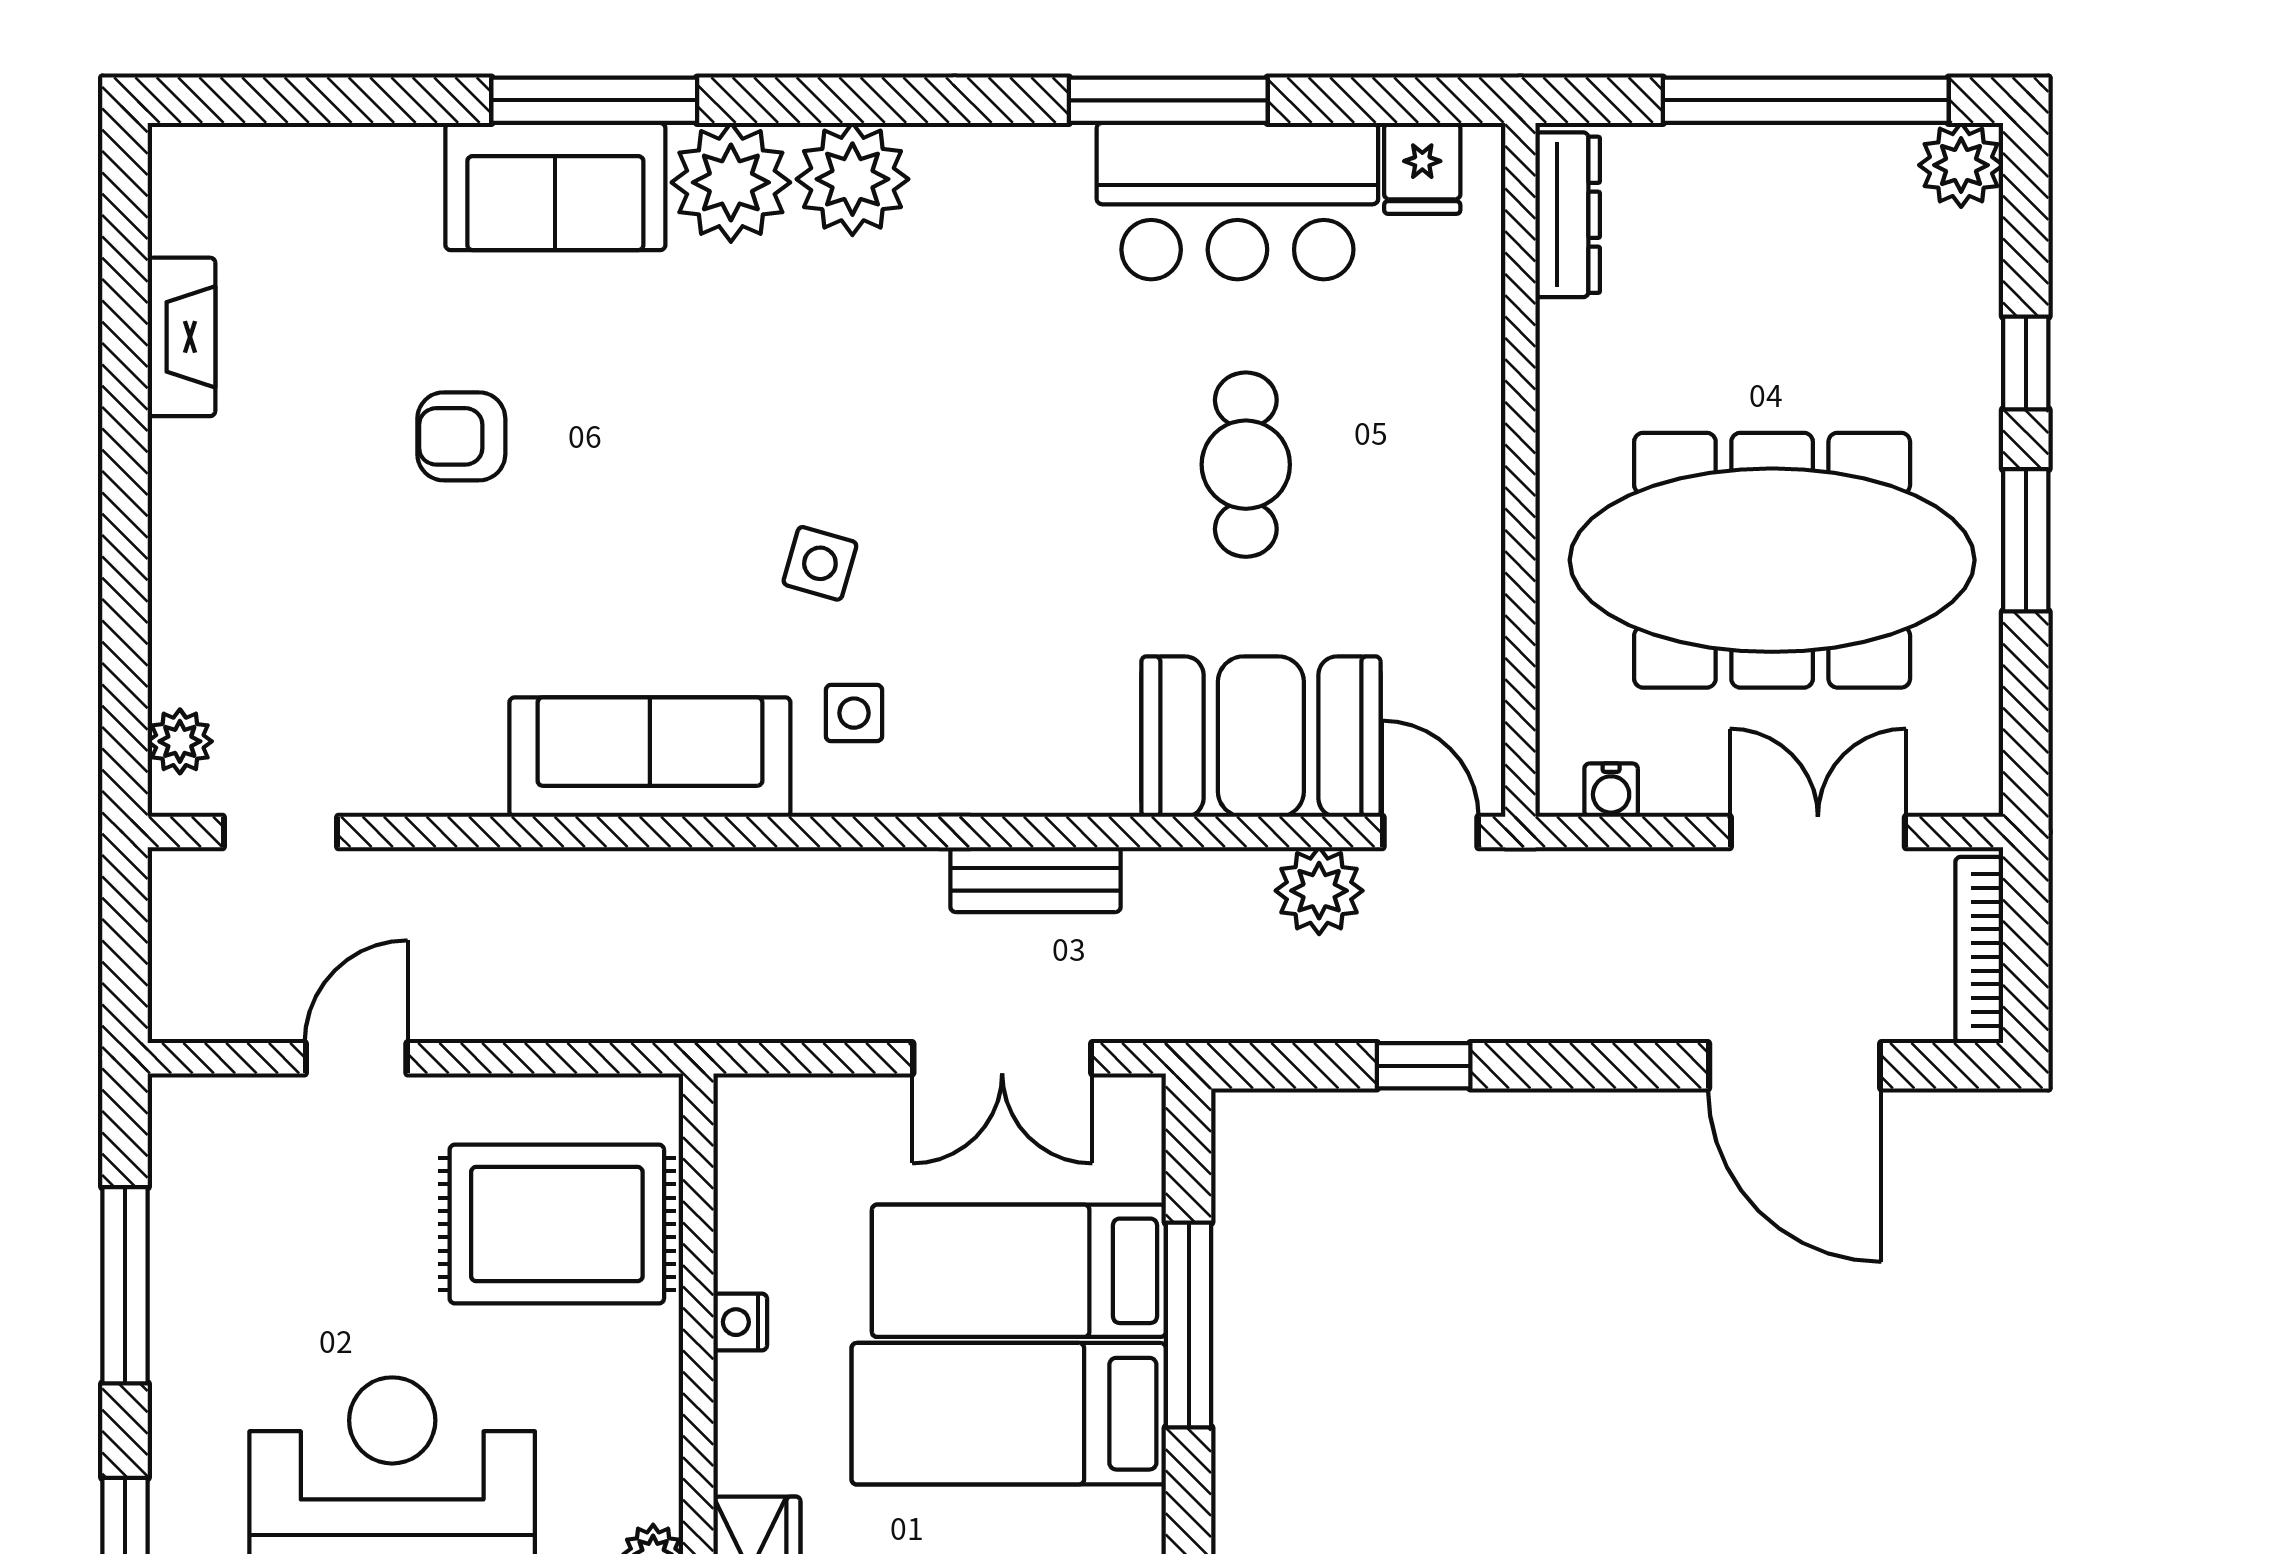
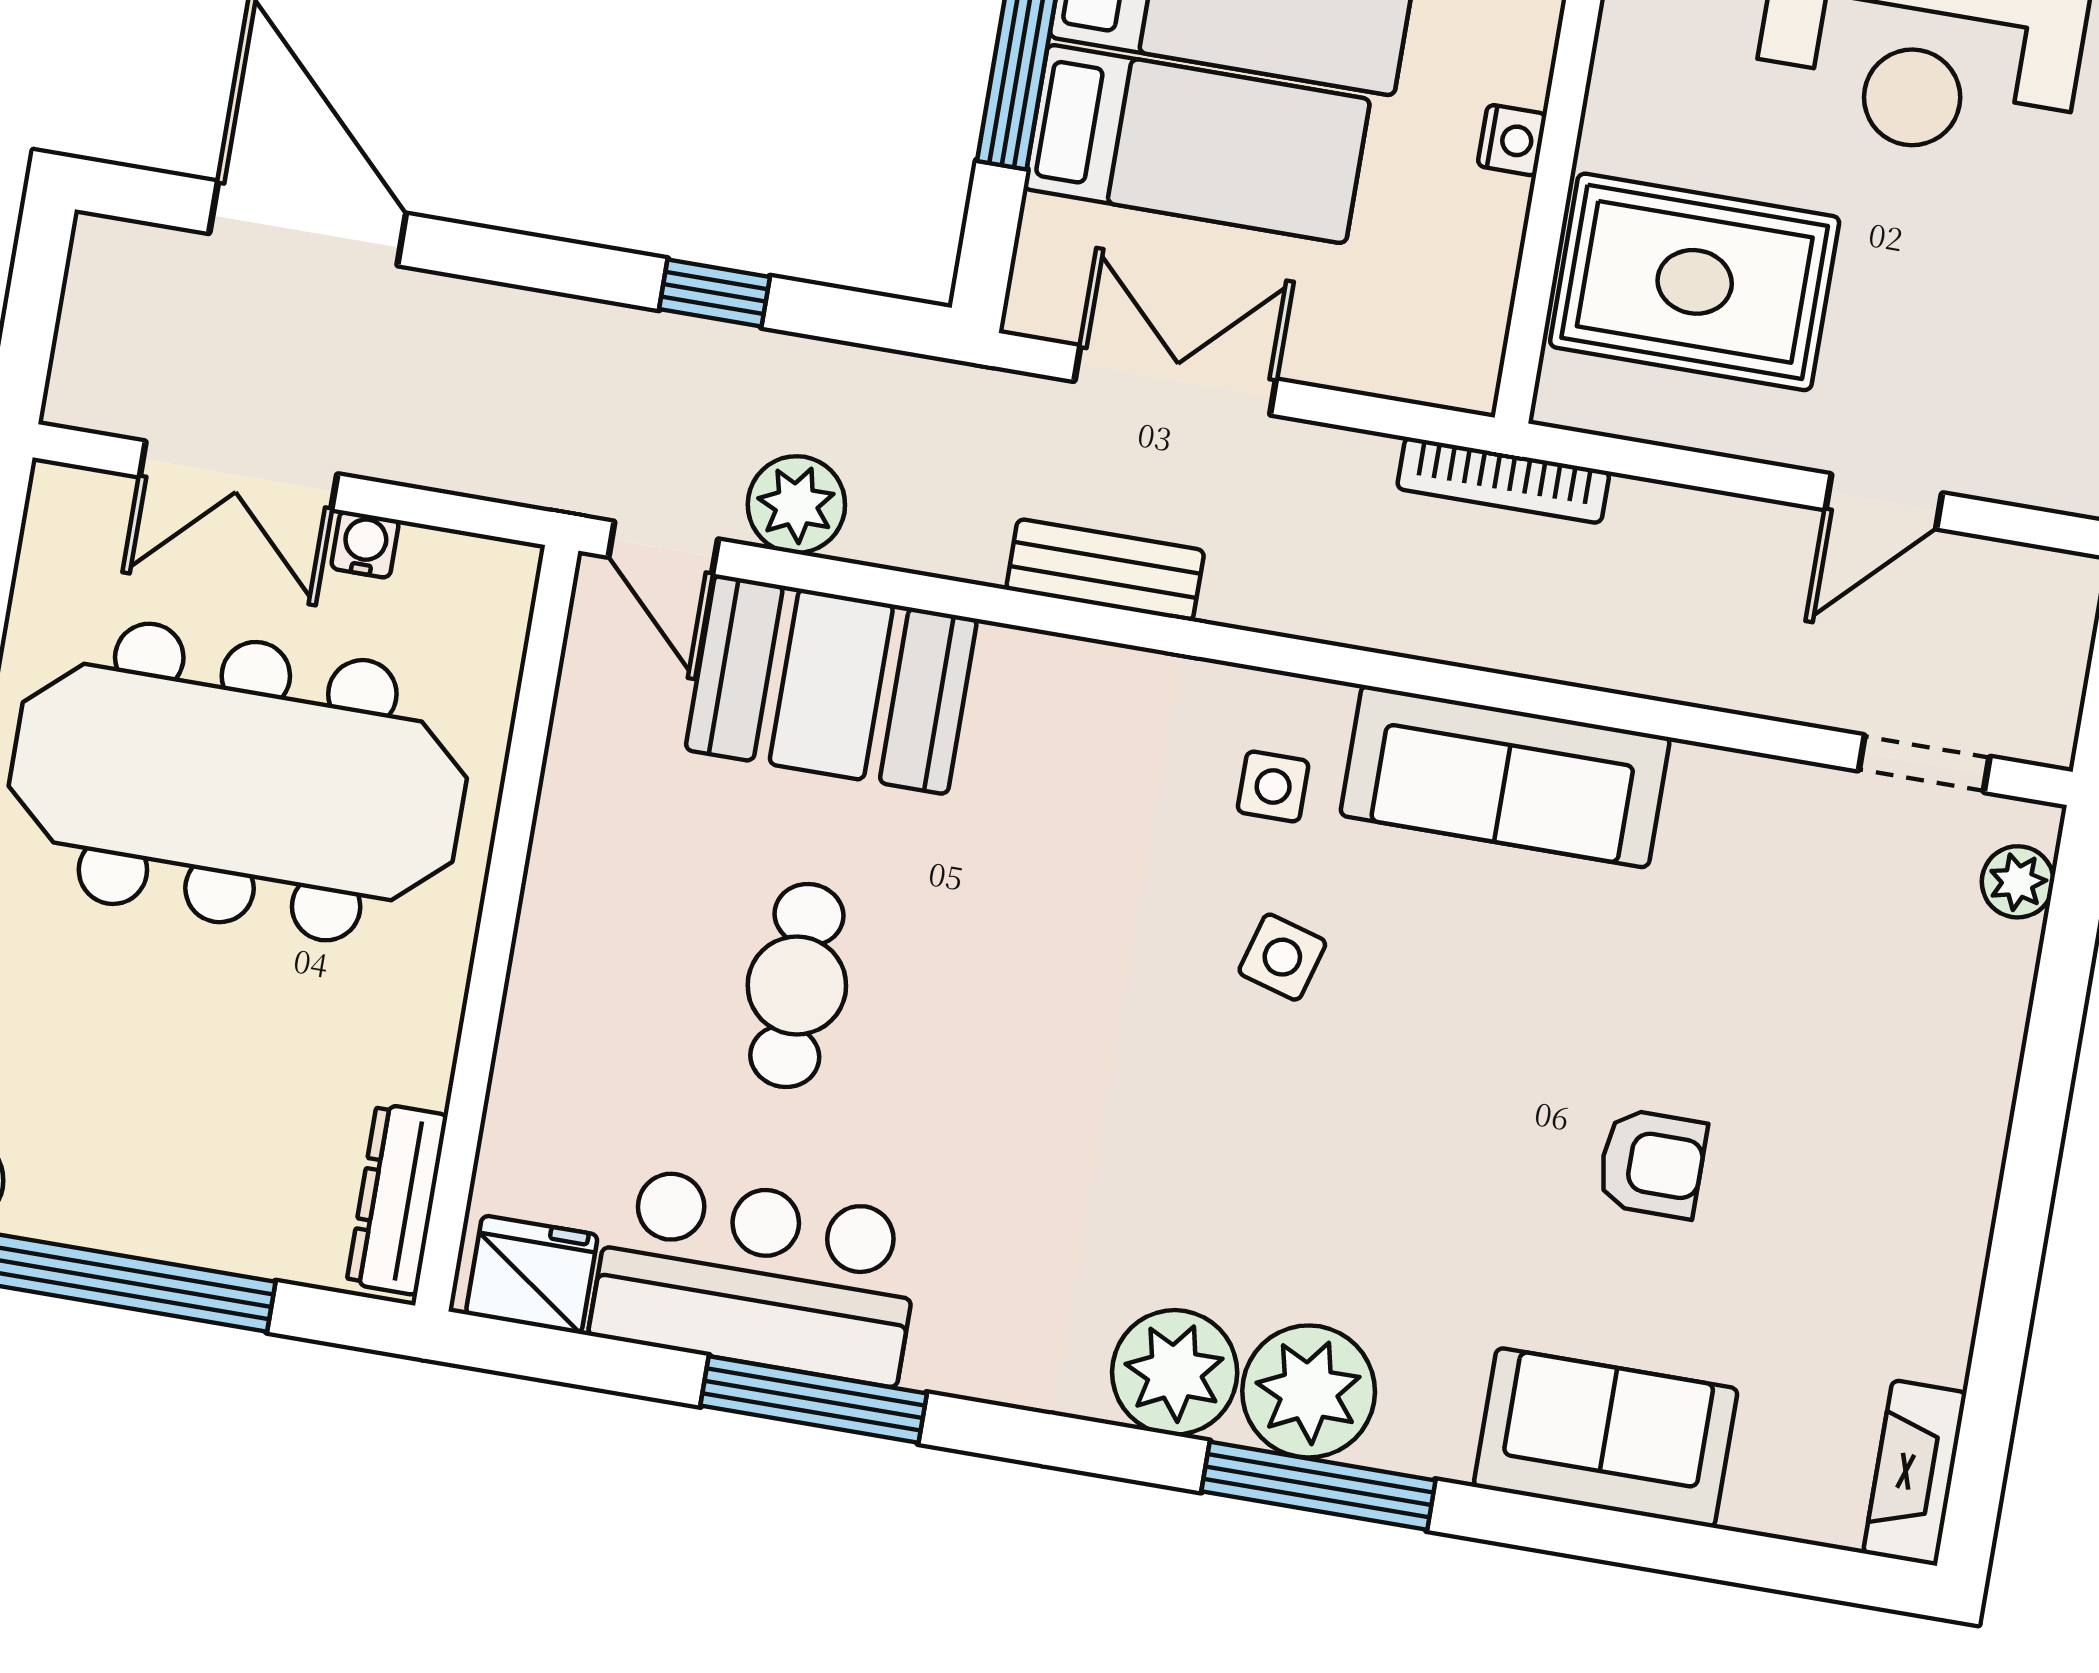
window: (594, 100) -> (1318, 1486), moved
fridge: (1422, 168) -> (532, 1275), width x1.38
sofa: (555, 187) -> (1606, 1438), moved
fireplace: (181, 337) -> (1915, 1473), moved
water cooler: (1611, 790) -> (365, 544), moved
bookcase: (1979, 950) -> (1503, 480), moved, turned 90

